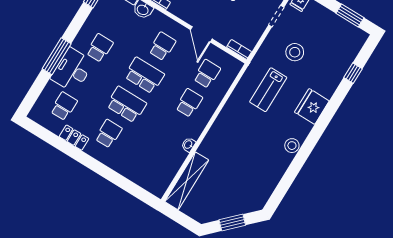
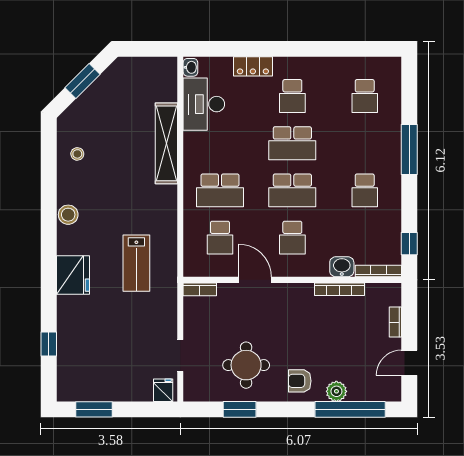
stool: (295, 52) -> (77, 154), moved, width x0.53, depth x0.53
desk: (72, 70) -> (204, 104), moved, turned 180
lab bench: (268, 90) -> (136, 263), turned 180
school desk: (189, 103) -> (220, 190), width x1.85
locker: (74, 138) -> (253, 66), moved
washbasin: (188, 145) -> (190, 67), moved
shelving: (187, 181) -> (166, 143), moved

